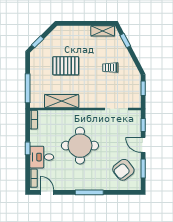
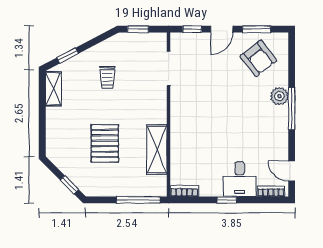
round table: (80, 146) -> (223, 122), removed
plant: (98, 184) -> (279, 96), added
door: (47, 192) -> (292, 171), hinge flipped

